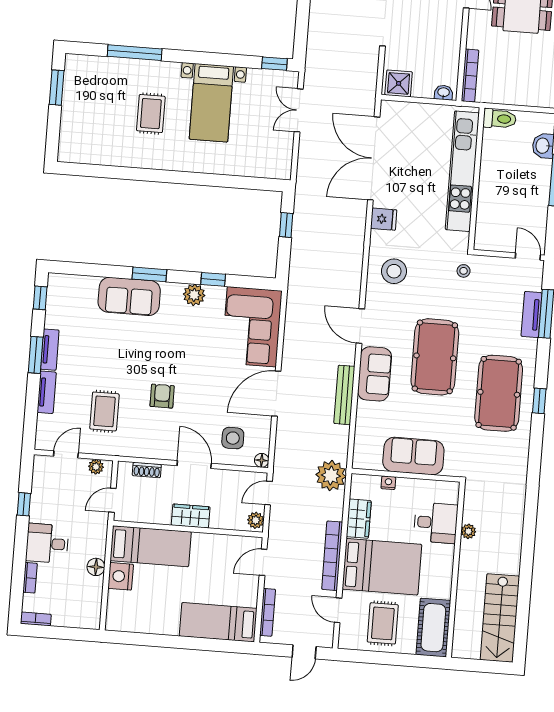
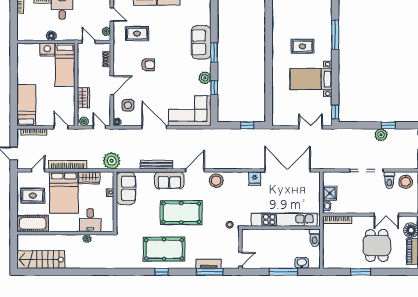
shower: (399, 83) -> (330, 193), moved
stool: (394, 271) -> (216, 181), moved
sofa: (413, 456) -> (126, 188), moved
wardrobe: (191, 516) -> (83, 98), moved

